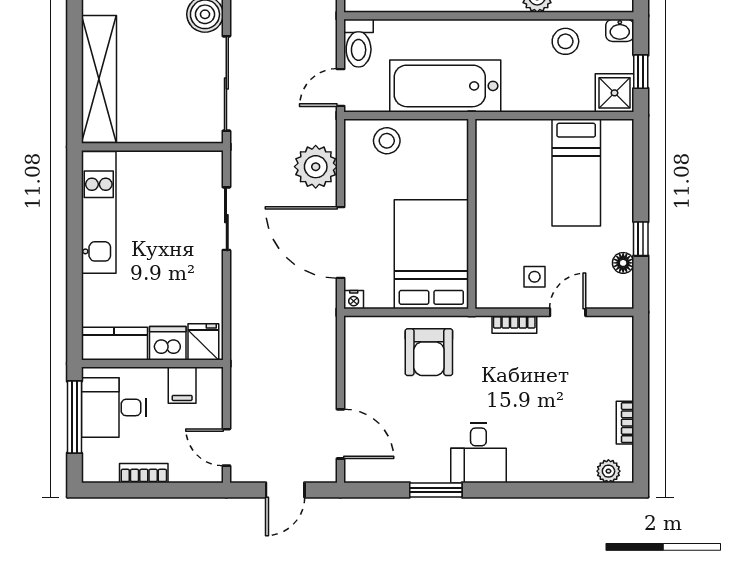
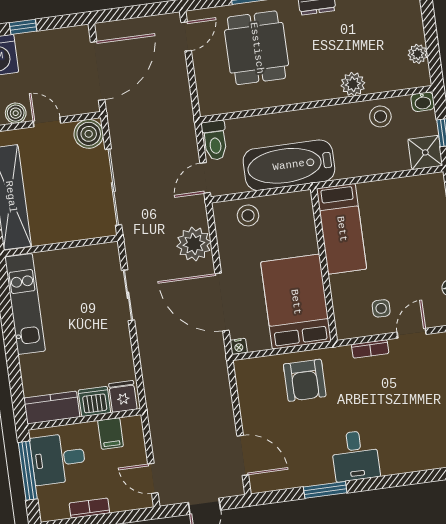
bed: (576, 173) -> (342, 229), moved

